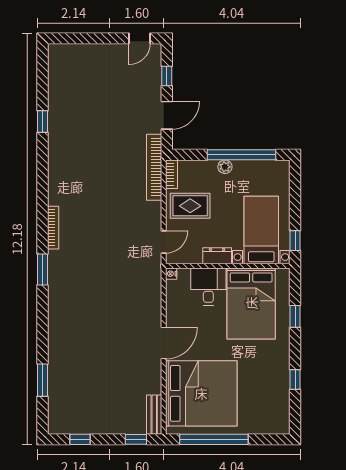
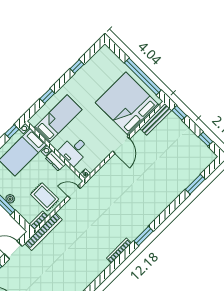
bed: (251, 303) -> (58, 119), width x0.67
door: (164, 343) -> (121, 145), swing flipped
bench: (154, 415) -> (156, 119), width x1.36

